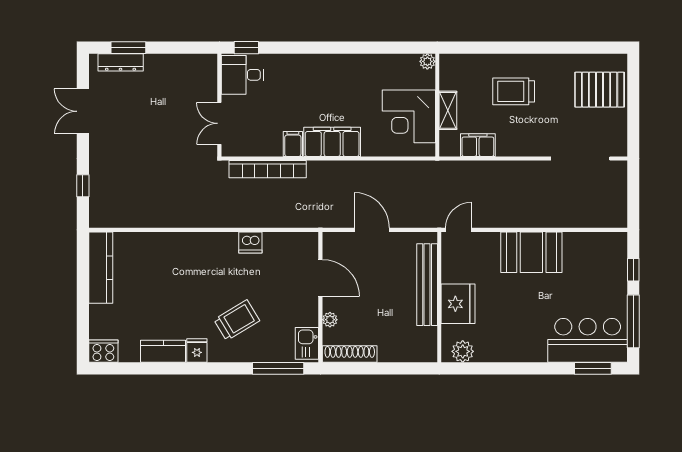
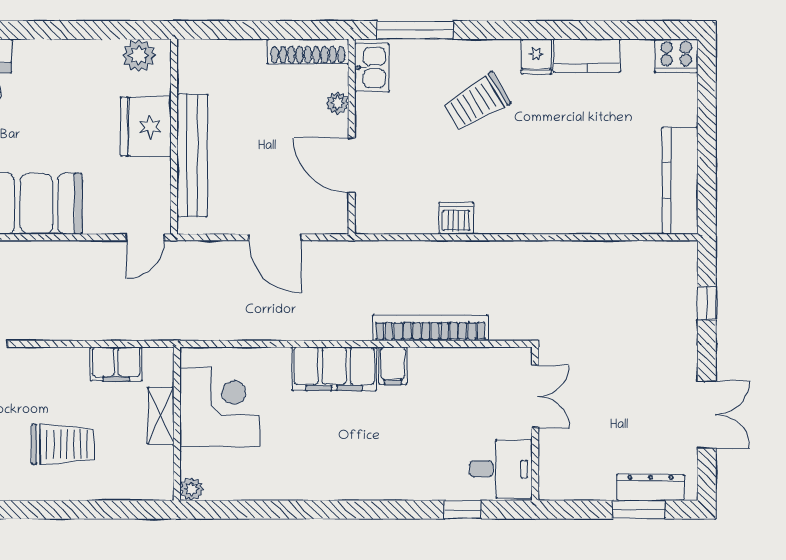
desk: (242, 75) -> (501, 469), moved
wall: (219, 105) -> (535, 424), moved
double door: (219, 123) -> (535, 396), moved

